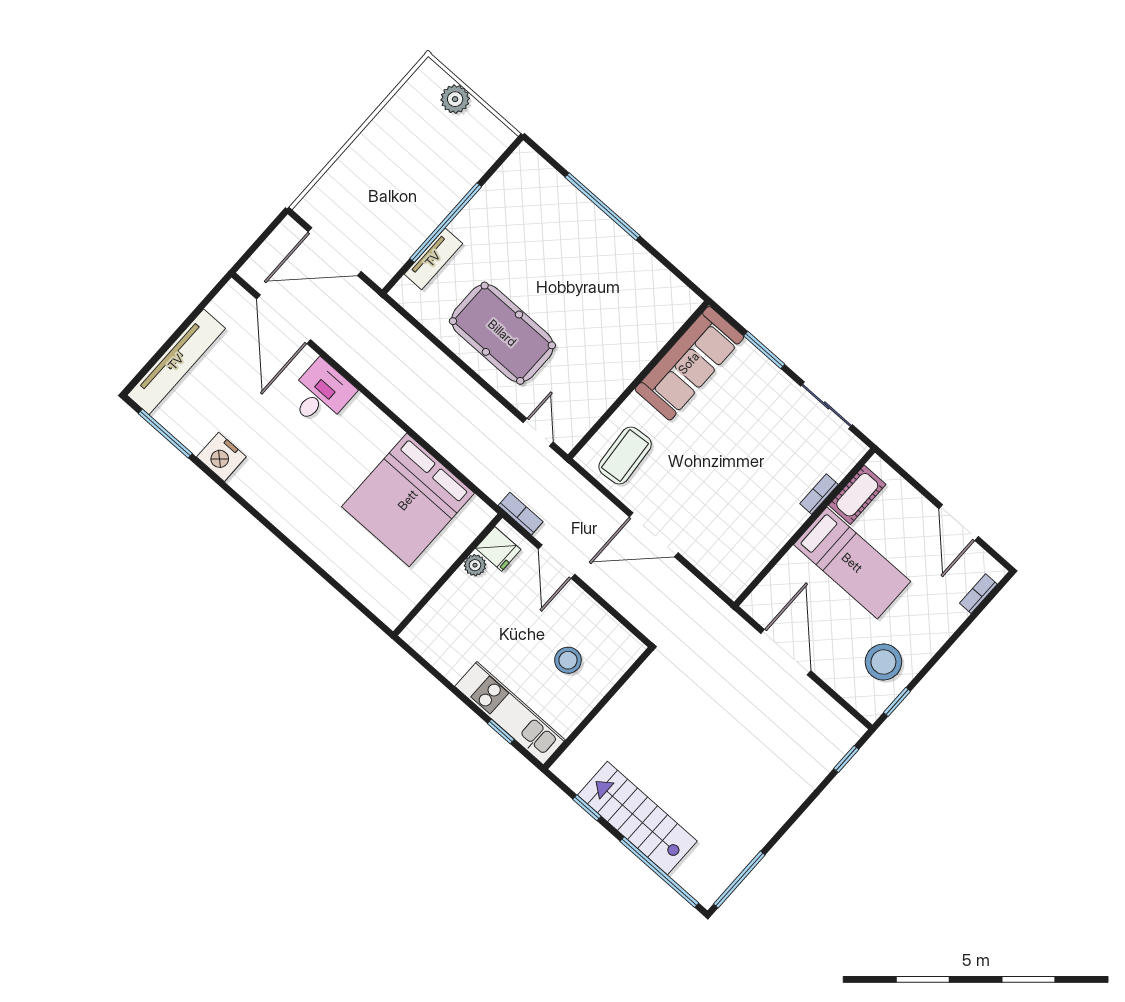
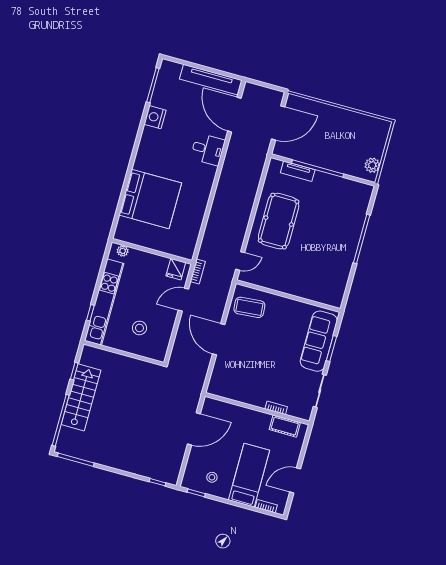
plant: (455, 99) -> (372, 165), moved
door: (335, 252) -> (278, 123), swing flipped
door: (284, 319) -> (234, 115), hinge flipped
tv unit: (176, 362) -> (211, 80), moved
sofa: (689, 363) -> (319, 341), moved, turned 90
bed: (408, 500) -> (150, 199), moved, turned 180
bed: (852, 563) -> (249, 475), moved, turned 180
plant: (475, 565) -> (123, 251), moved
stool: (883, 662) -> (212, 477), width x0.53, depth x0.53
kitchen unit: (510, 713) -> (104, 302), width x1.36

